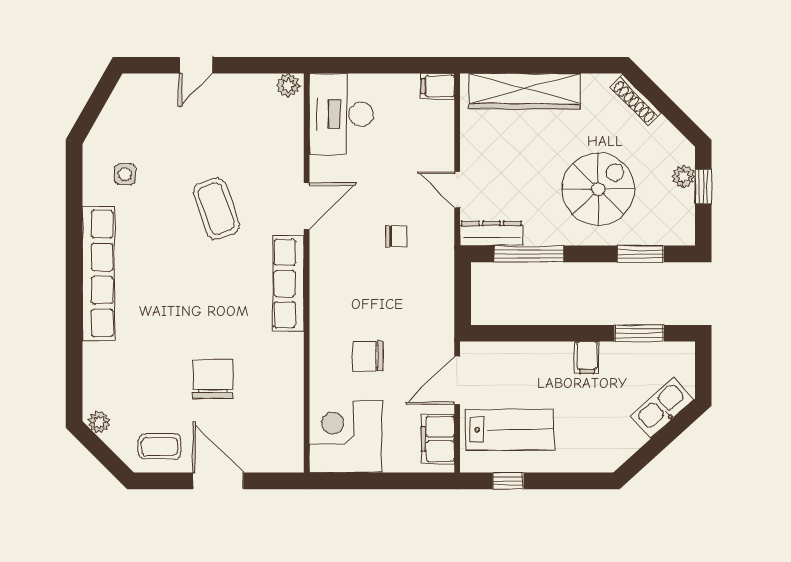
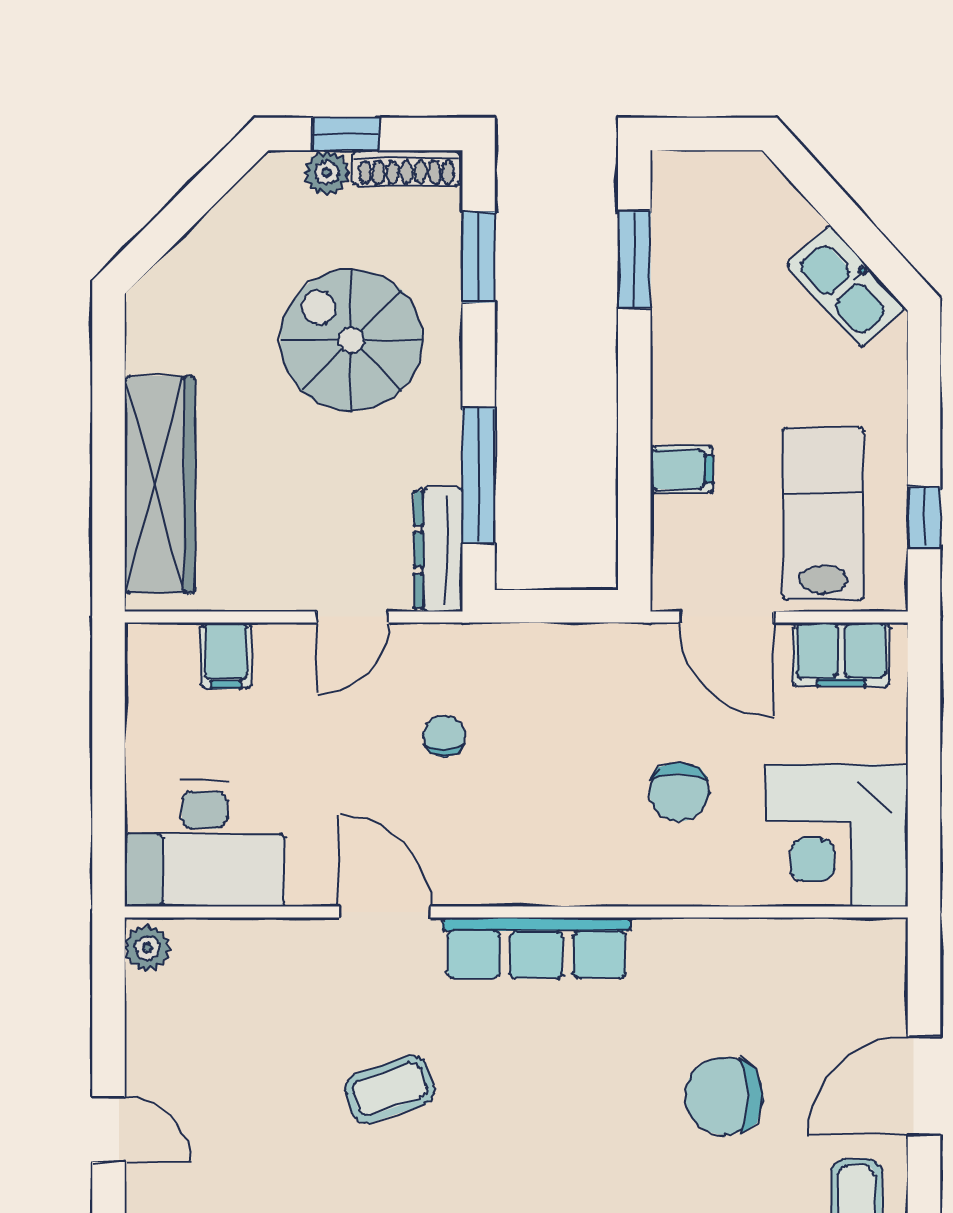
filing cabinet: (438, 86) -> (226, 655), moved
shoe rack: (636, 100) -> (406, 168), moved, turned 45
coffee table: (216, 209) -> (390, 1089), width x0.73, depth x0.77
filing cabinet: (587, 357) -> (682, 469), moved
kitchen sink: (662, 408) -> (846, 286), moved

